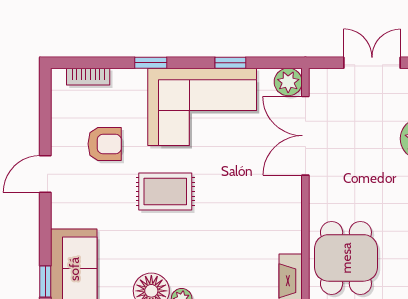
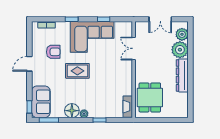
double door: (372, 63) -> (160, 19), swing flipped
plant: (288, 82) -> (127, 27), removed
double door: (305, 136) -> (134, 48), width x0.73

